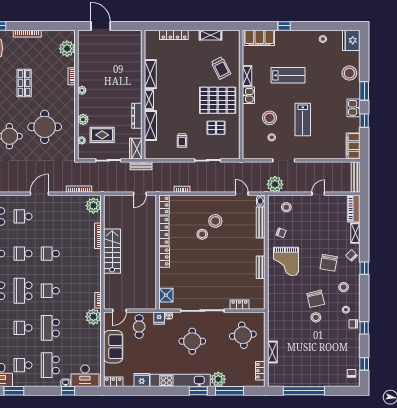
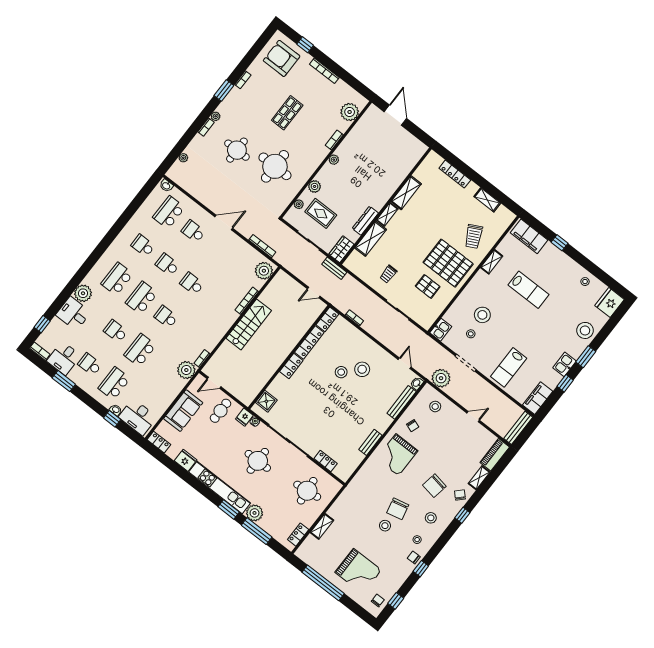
kitchen sink: (248, 95) -> (441, 330), moved
lab bench: (303, 119) -> (509, 367), moved
grand piano: (322, 364) -> (358, 571), added

